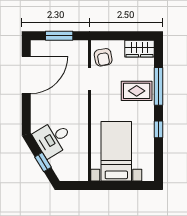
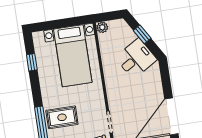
window: (159, 129) -> (32, 62), moved
plant: (82, 175) -> (102, 27), added

